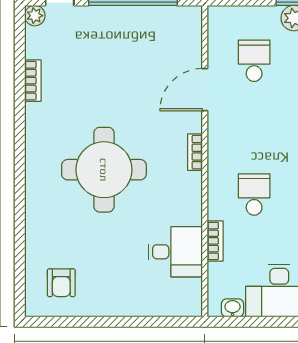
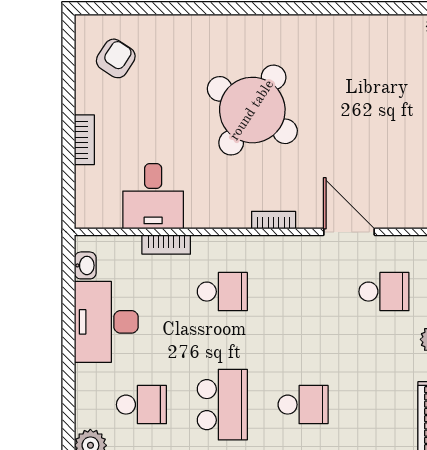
bookcase: (33, 81) -> (84, 140), moved, turned -90
round table: (104, 170) -> (252, 110), turned 33
armchair: (61, 283) -> (116, 58), turned 123

